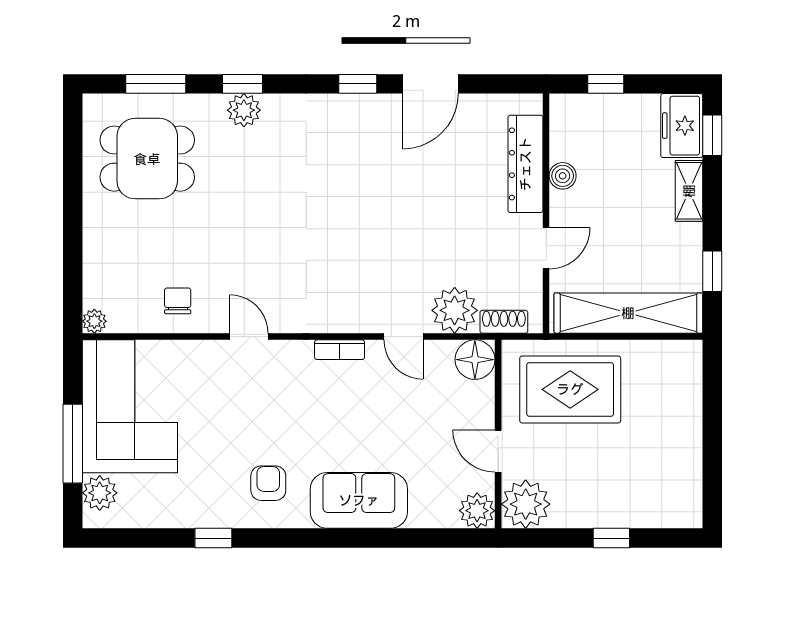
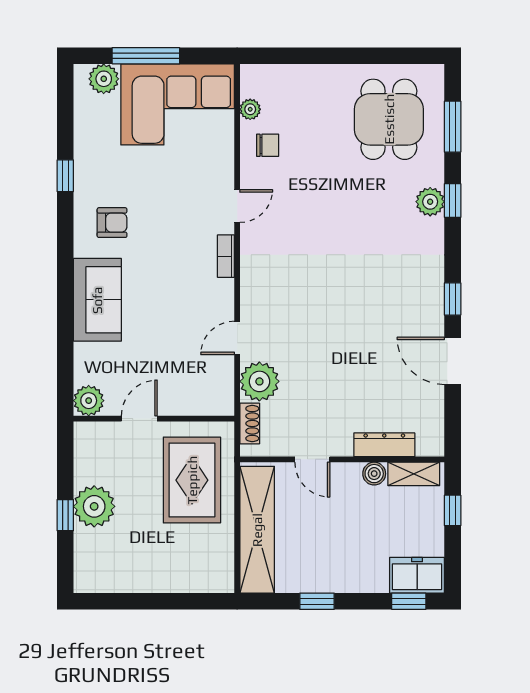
dresser: (525, 164) -> (384, 445), width x0.73, depth x0.80
shelving: (689, 191) -> (414, 474), moved
window: (712, 271) -> (317, 601), moved
plant: (94, 321) -> (250, 109), moved
bookcase: (340, 350) -> (226, 256), moved
floor lamp: (475, 360) -> (217, 399), removed
plant: (526, 504) -> (94, 506), moved

